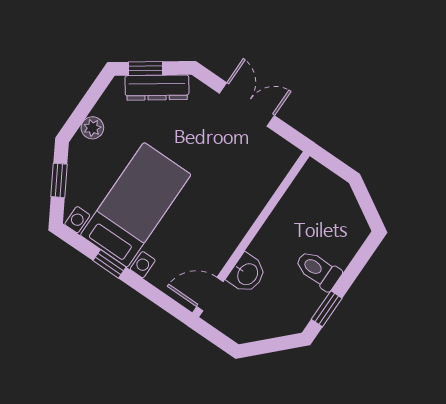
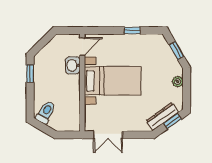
double door: (247, 104) -> (108, 135), moved
bed with nightstands: (136, 205) -> (113, 81), moved, turned -90
toilet: (318, 270) -> (46, 112), moved, turned -60

